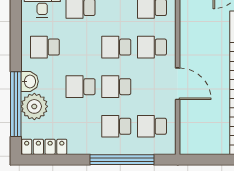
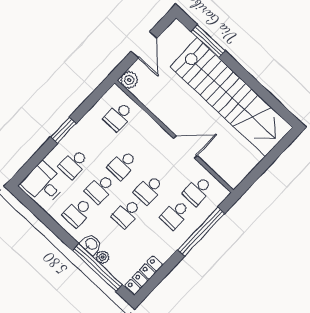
school desk: (152, 47) -> (100, 189), moved
plant: (34, 106) -> (102, 257), width x0.53, depth x0.53

